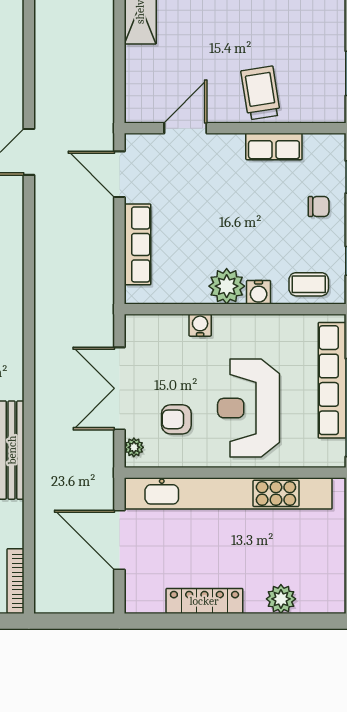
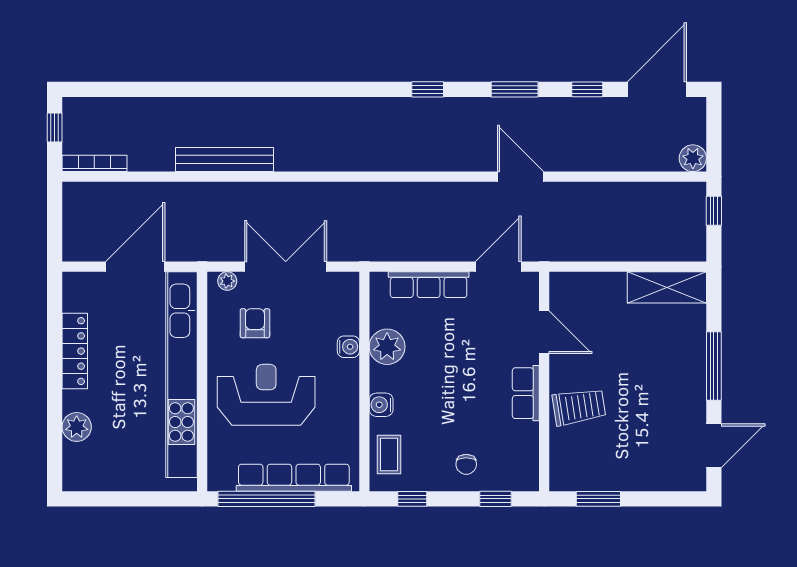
row of seats: (274, 146) -> (526, 393), moved
plant: (227, 286) -> (387, 347), moved

